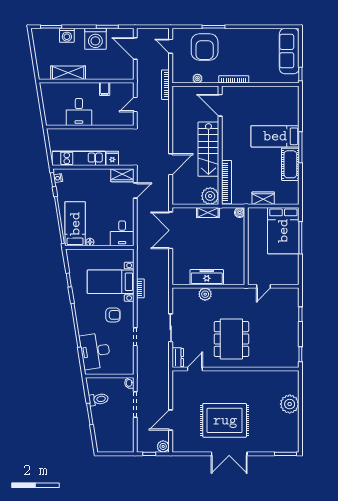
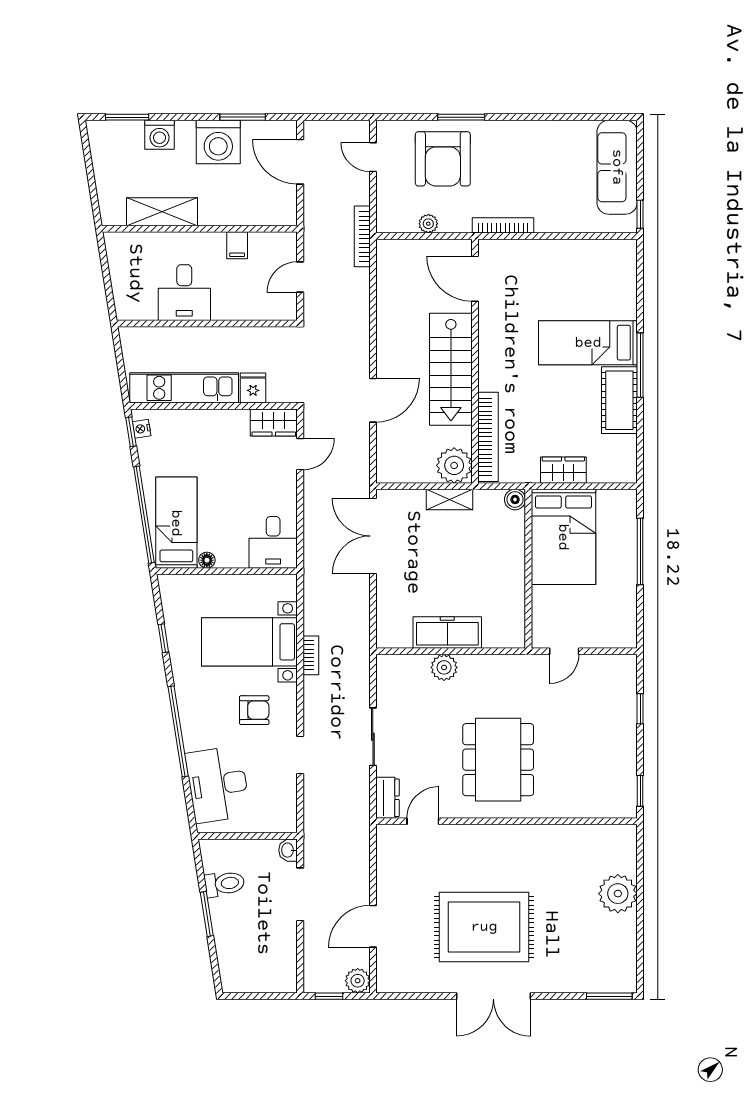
bed: (283, 231) -> (563, 537), moved

